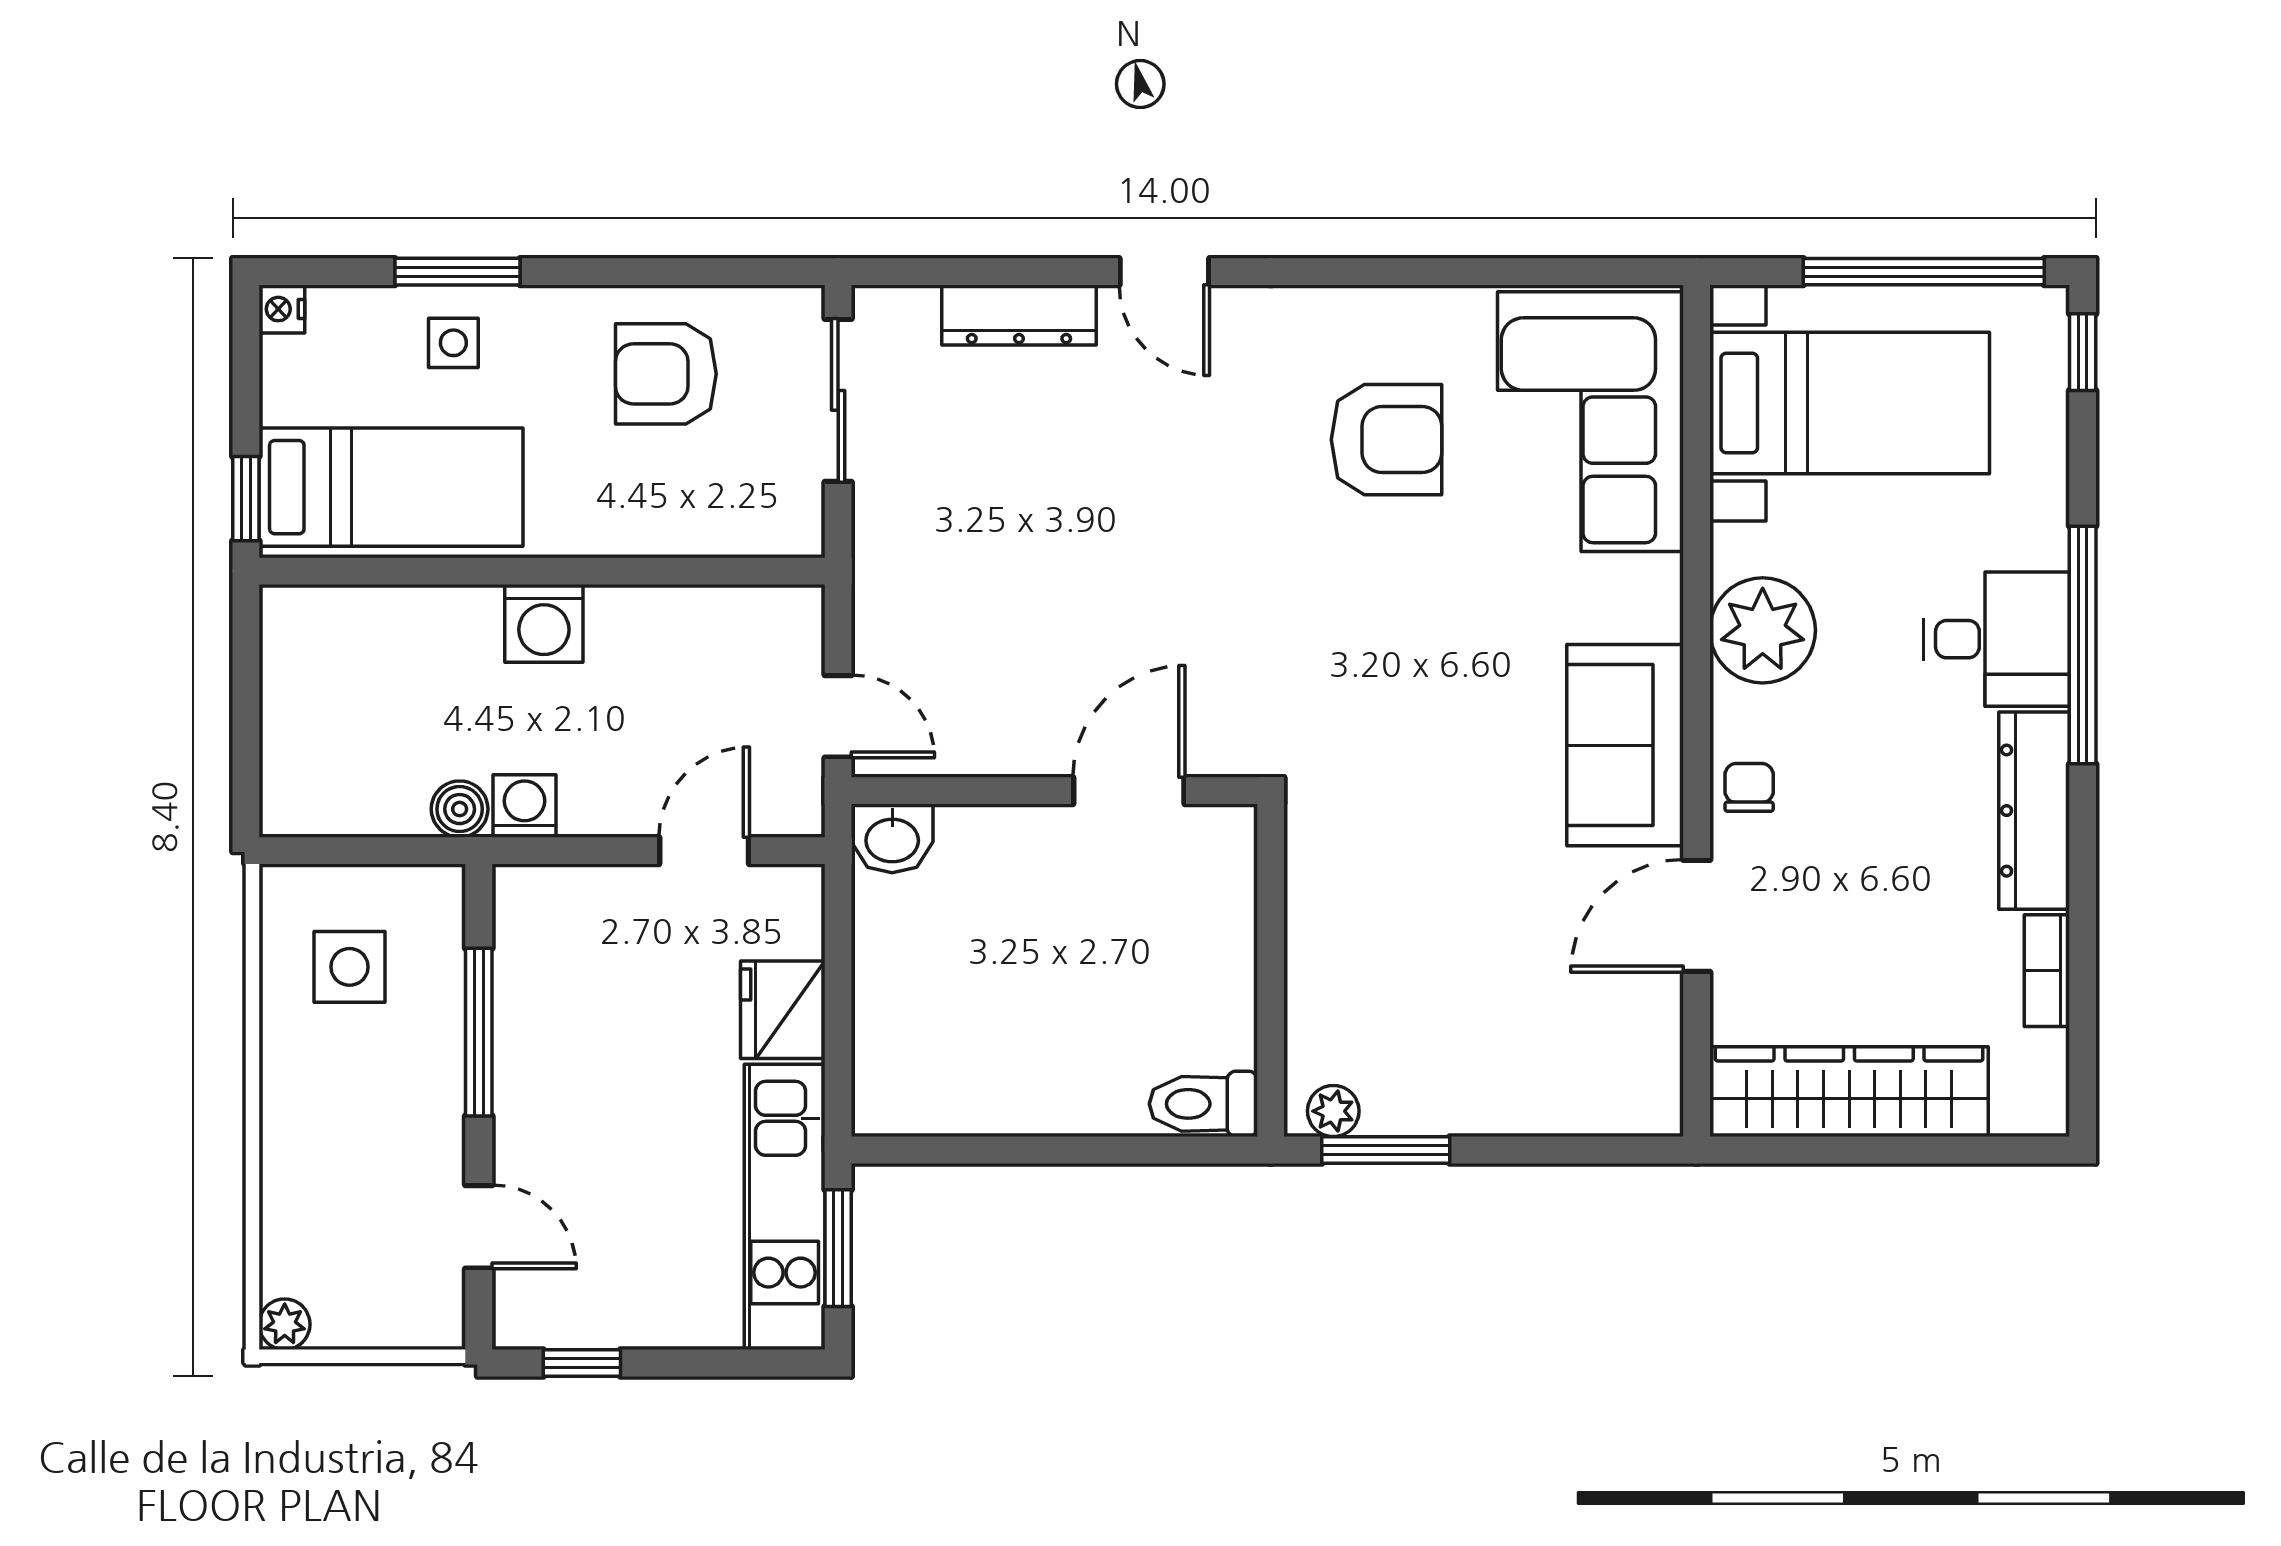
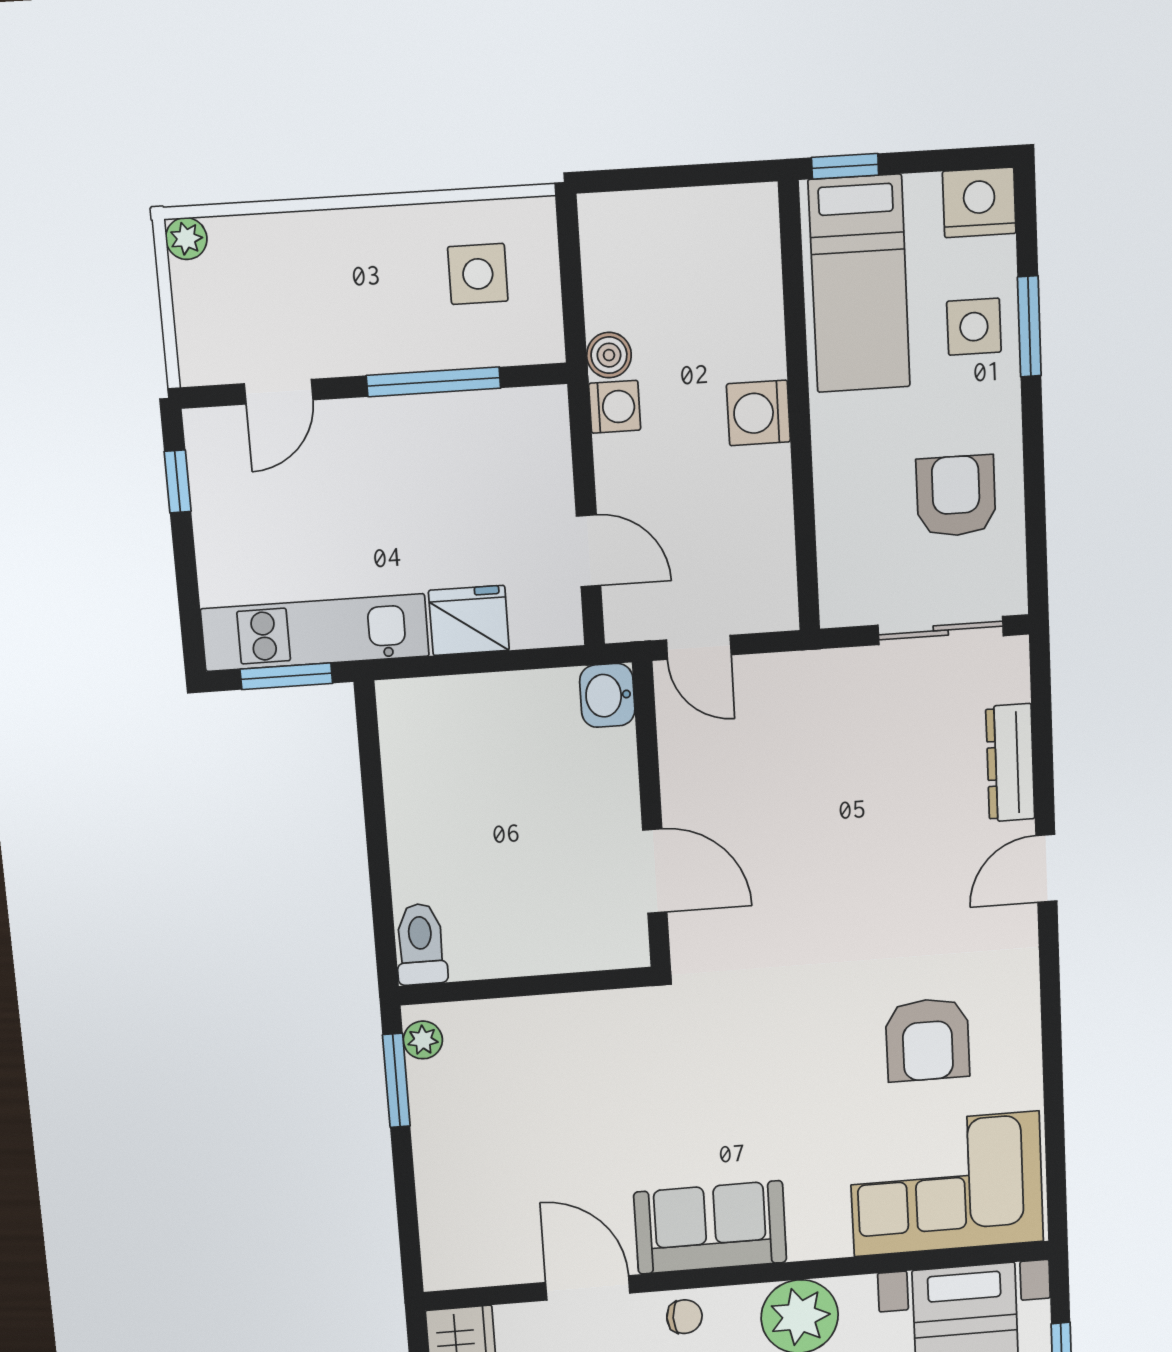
nightstand: (282, 309) -> (979, 202), width x1.89, depth x1.79
side table: (453, 343) -> (974, 327), width x1.37, depth x1.37
door: (838, 716) -> (699, 647), hinge flipped

